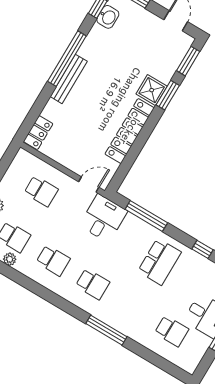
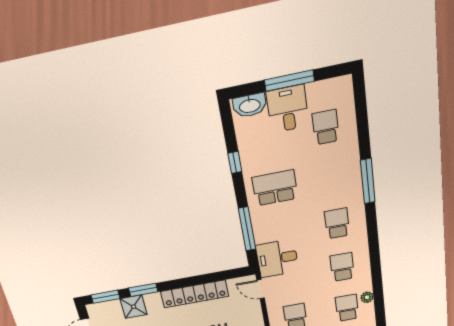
shower: (152, 90) -> (134, 307), moved

